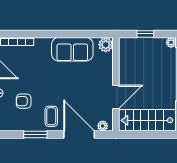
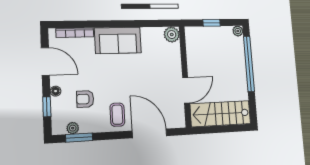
sofa: (72, 49) -> (118, 40), moved
plant: (103, 126) -> (73, 128), moved
window: (35, 134) -> (79, 138), moved

